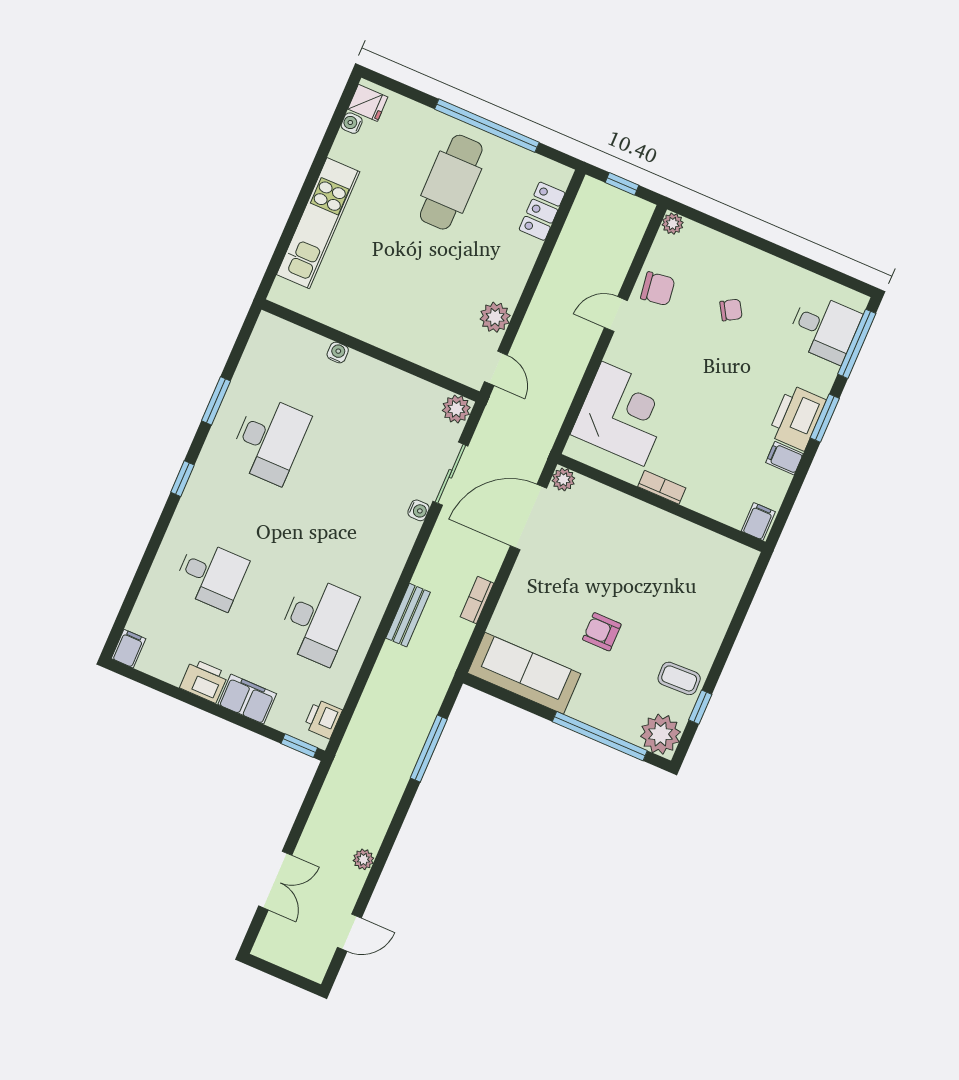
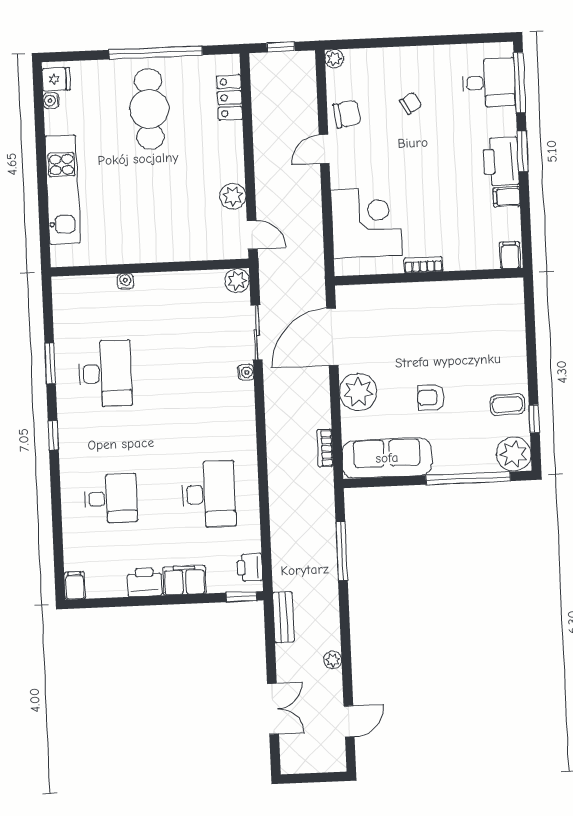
plant: (563, 479) -> (358, 392), moved, width x1.88, depth x1.88
bookcase: (477, 600) -> (325, 448), moved
bench: (408, 615) -> (283, 617), moved

